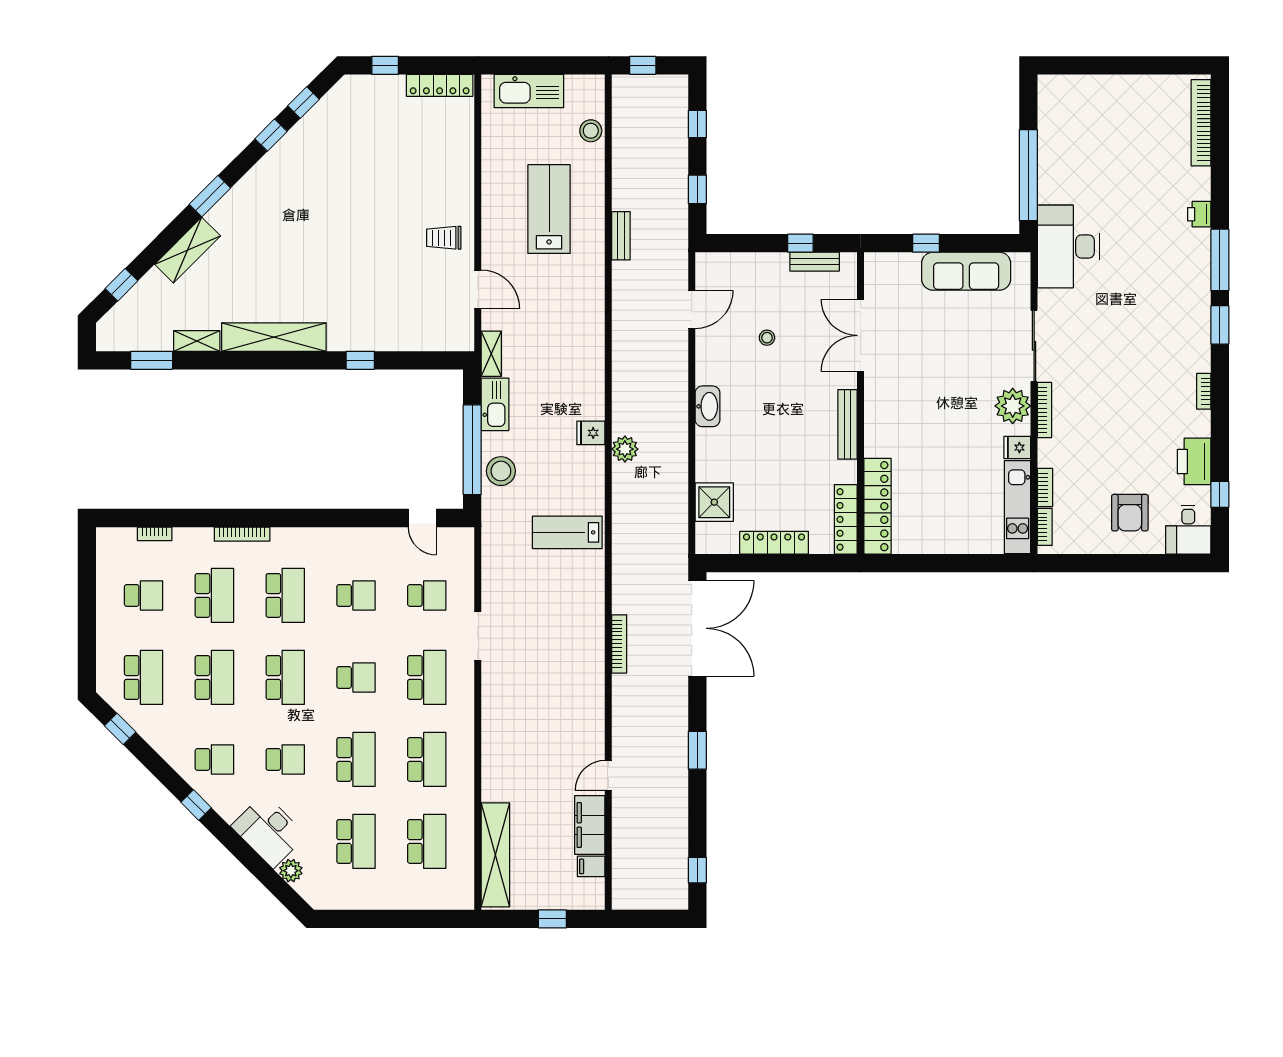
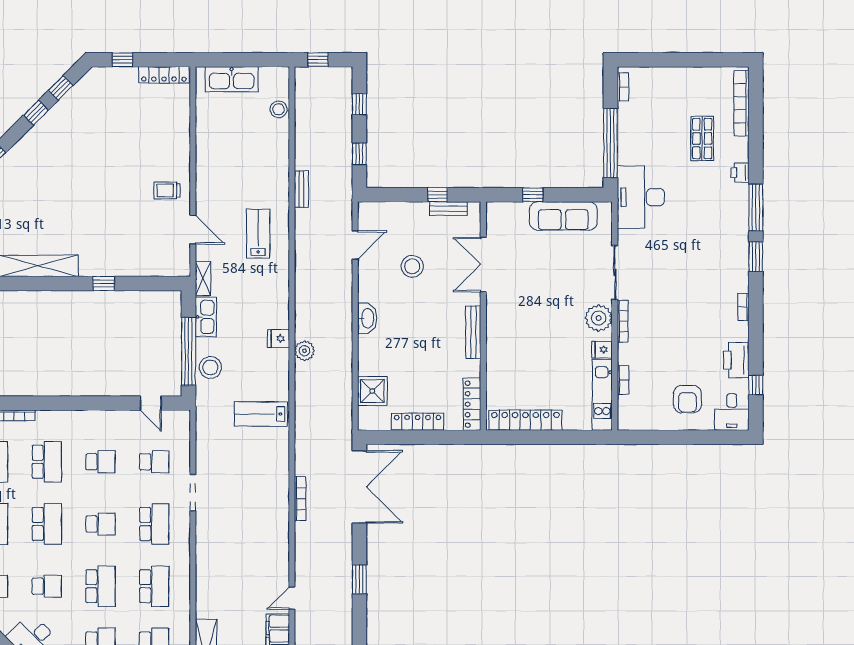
shop shelf: (1149, 169) -> (702, 139), added
lab bench: (549, 209) -> (258, 234), moved, width x0.73, depth x0.72
stool: (767, 338) -> (412, 266), width x1.89, depth x1.89
locker: (878, 506) -> (525, 420), moved, turned -90
bookcase: (1045, 527) -> (623, 87), moved

